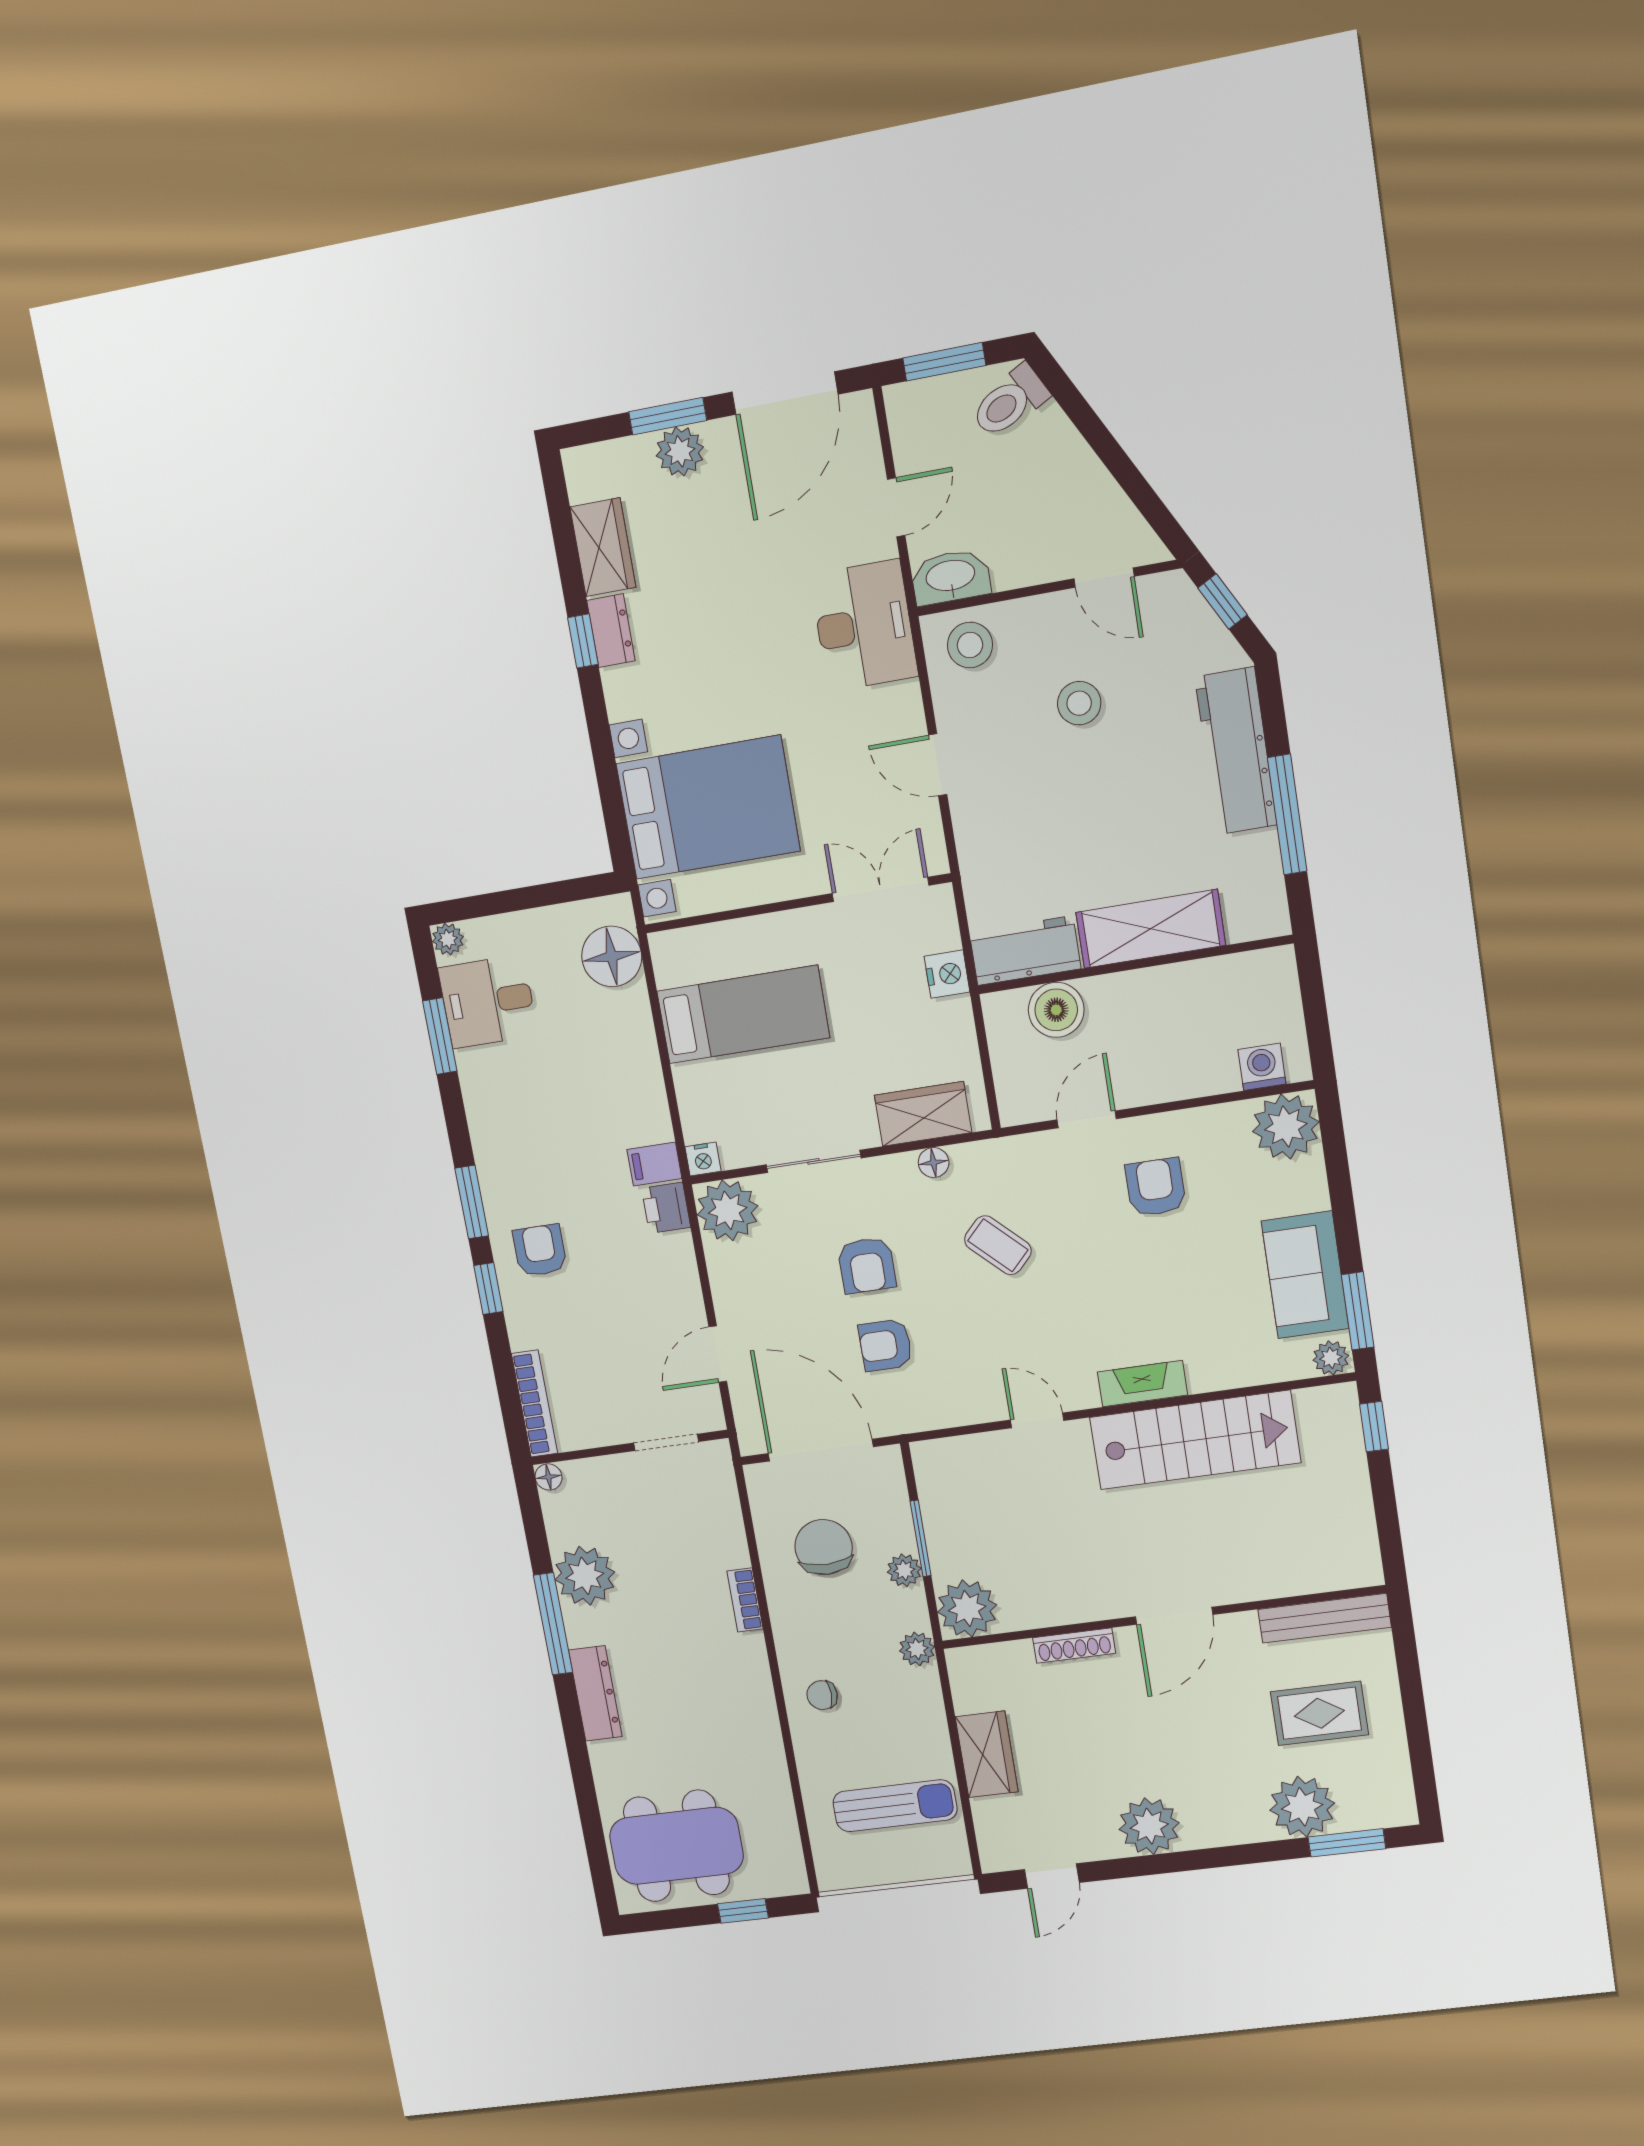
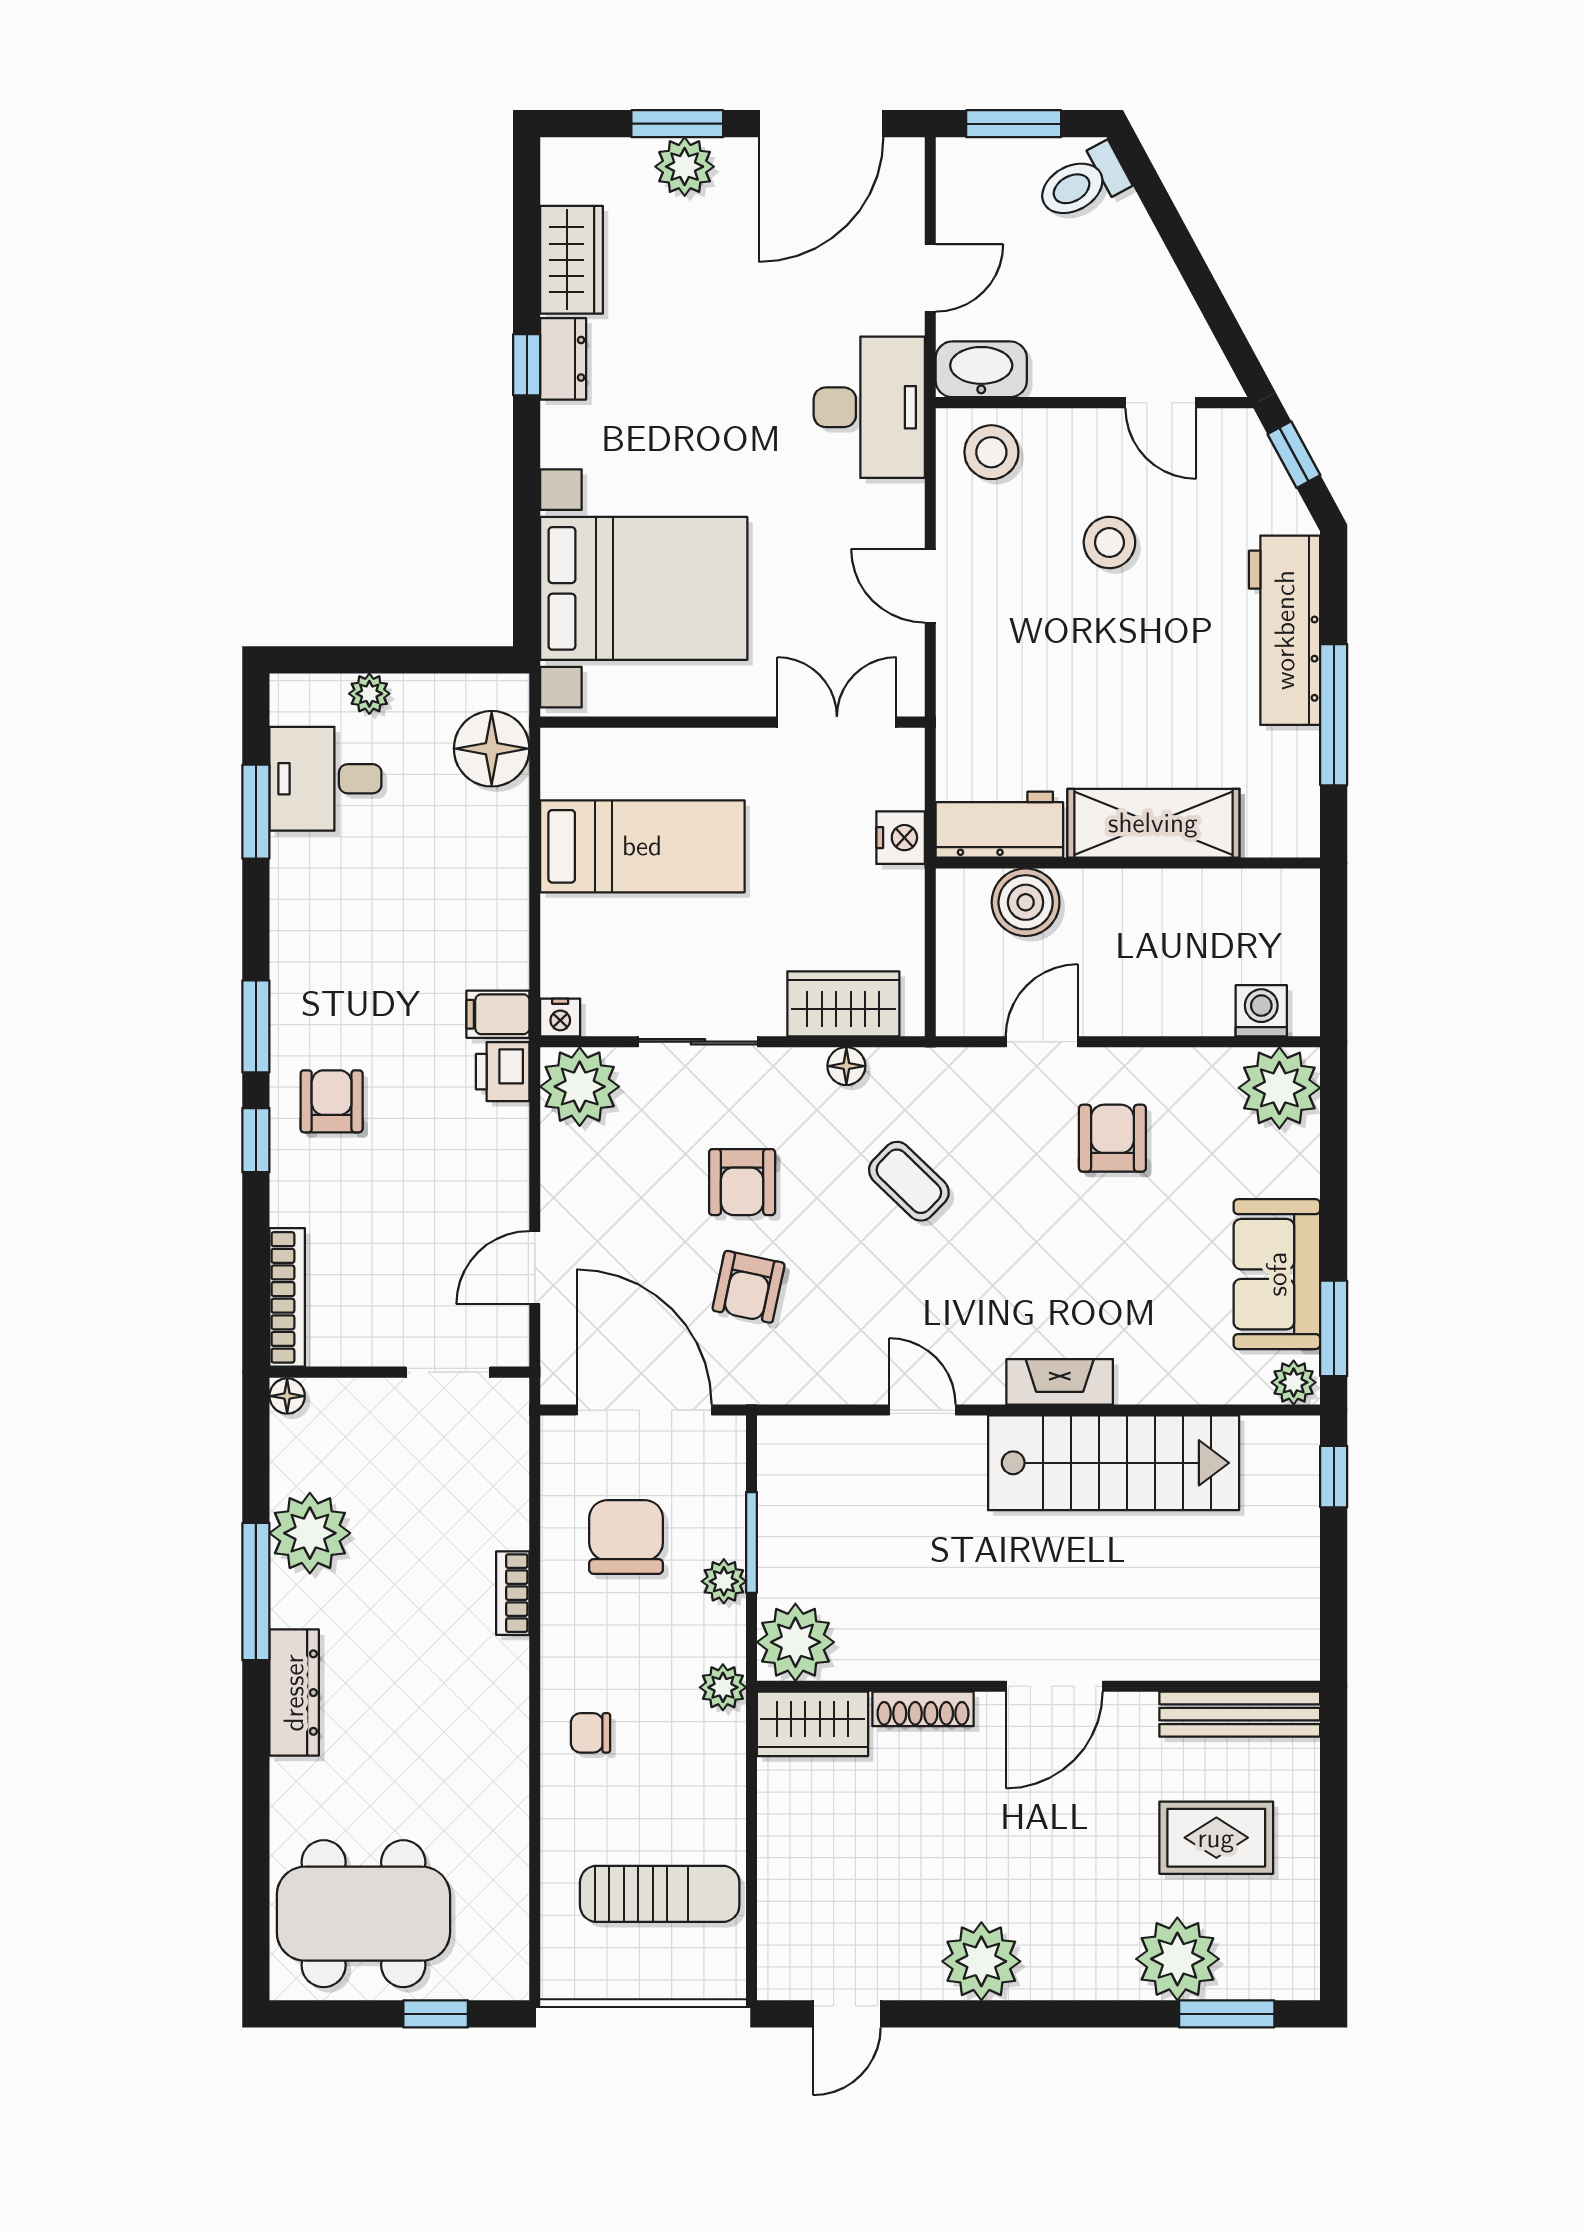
plant: (448, 939) -> (369, 694), moved
armchair: (885, 1345) -> (749, 1287), turned -78
wardrobe: (987, 1754) -> (812, 1724), moved, turned 90

